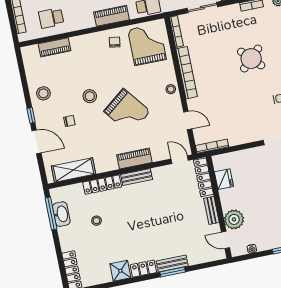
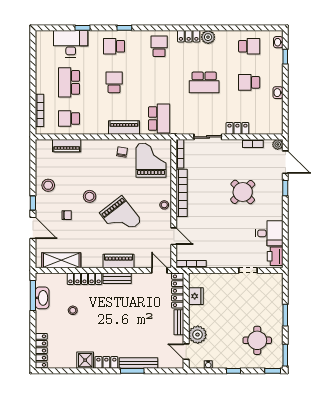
bench: (172, 263) -> (138, 363), width x1.36

